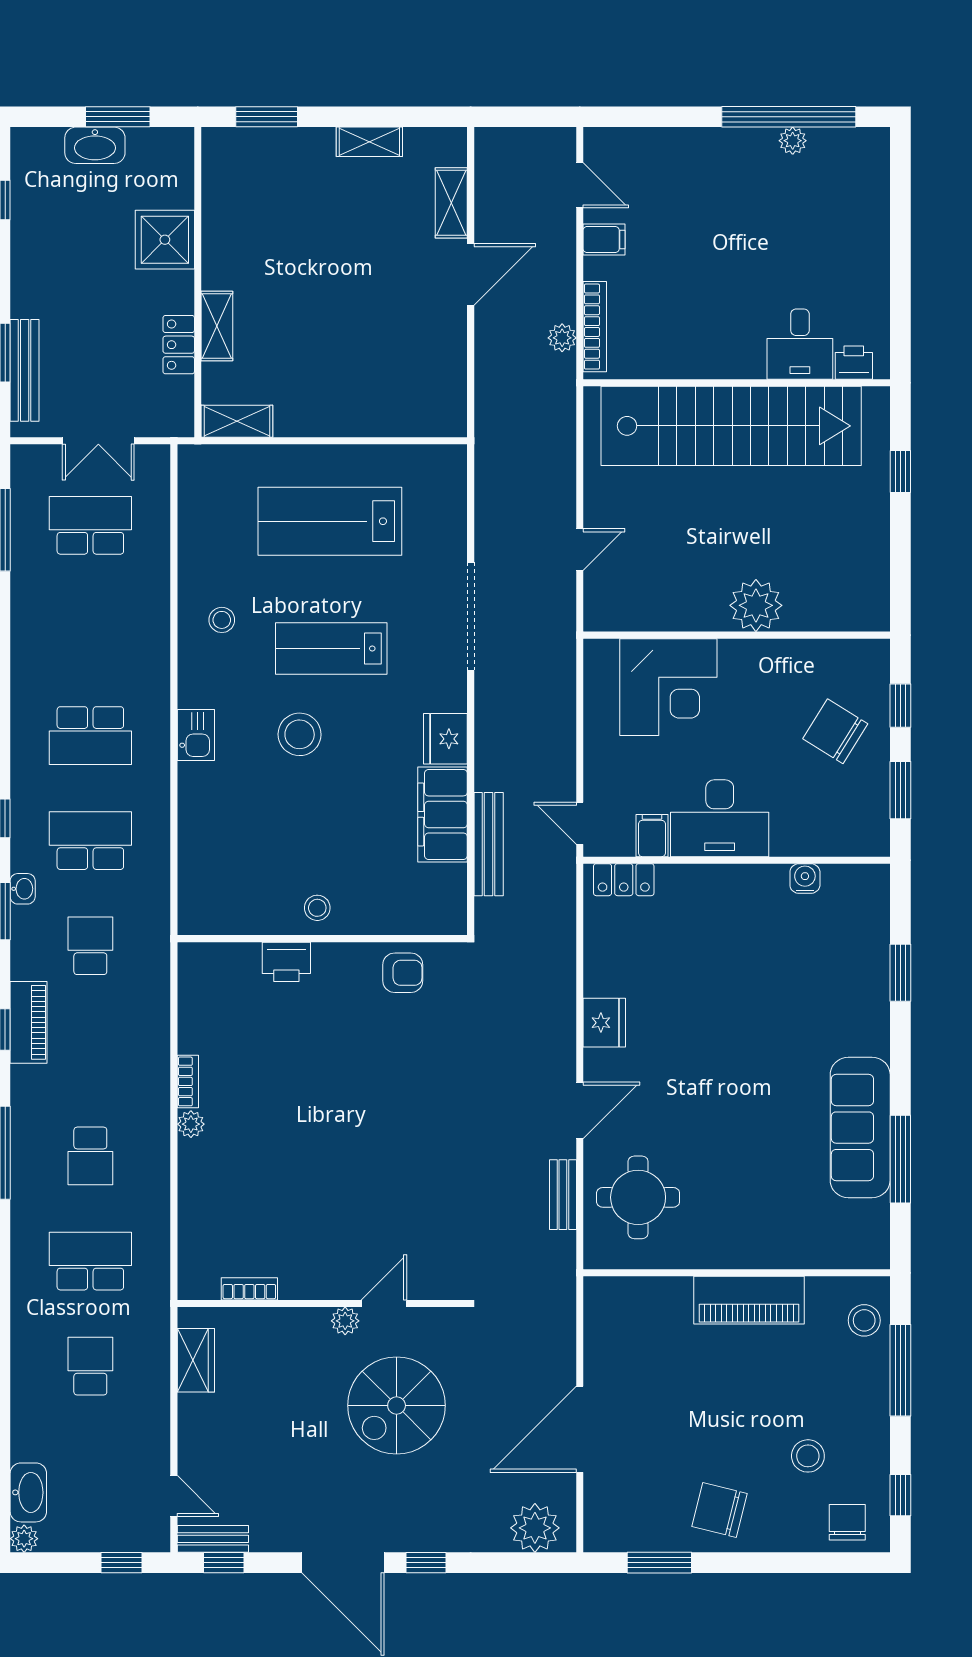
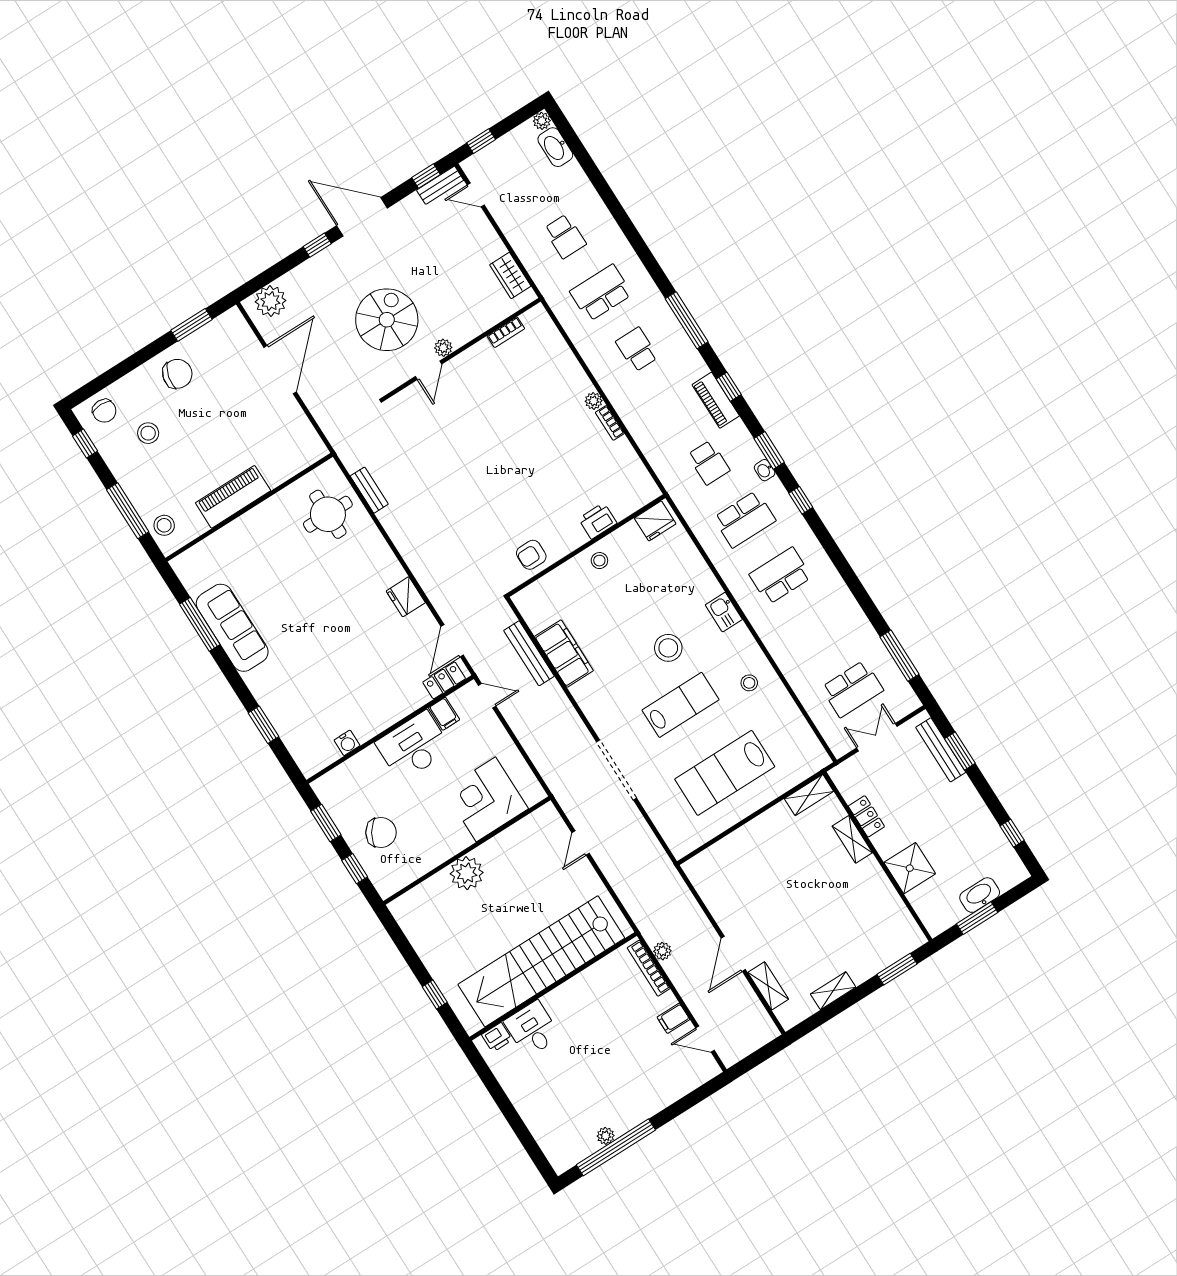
lab bench: (330, 521) -> (725, 773), turned 180
fridge: (445, 739) -> (655, 521), moved, turned 90
door: (580, 1110) -> (452, 641), moved
school desk: (90, 1261) -> (601, 293), turned 180

